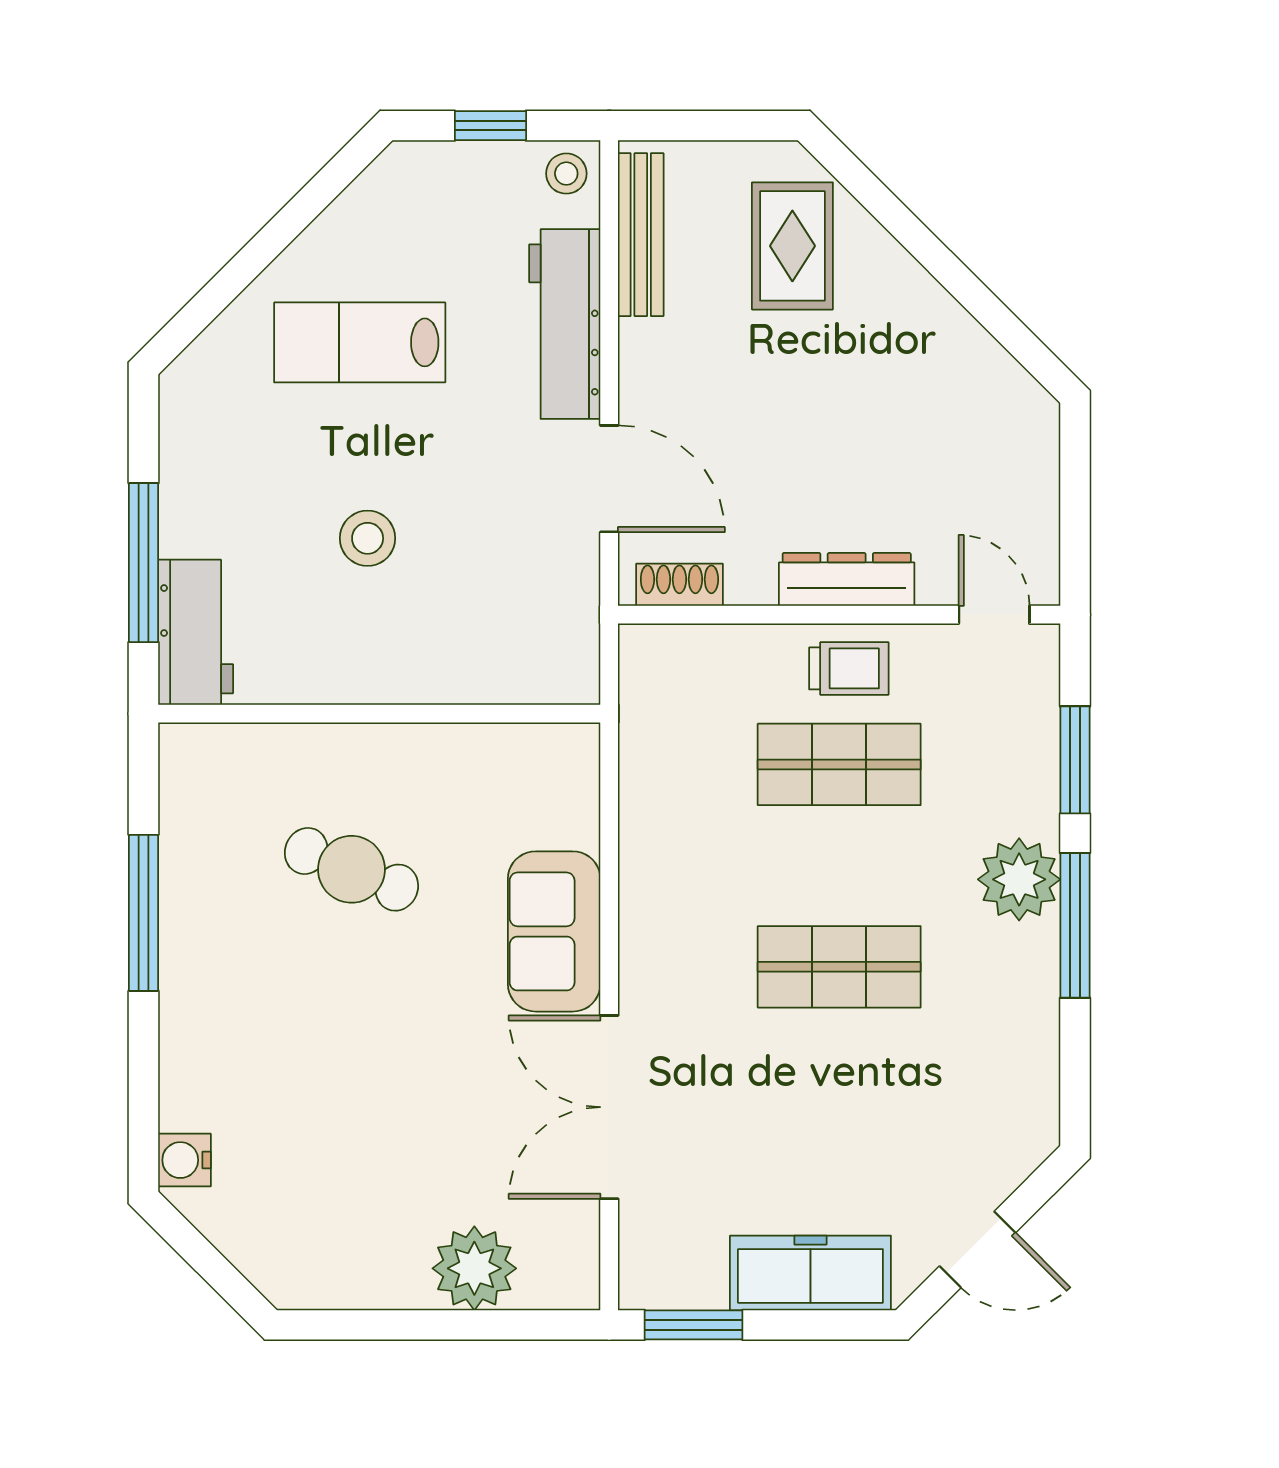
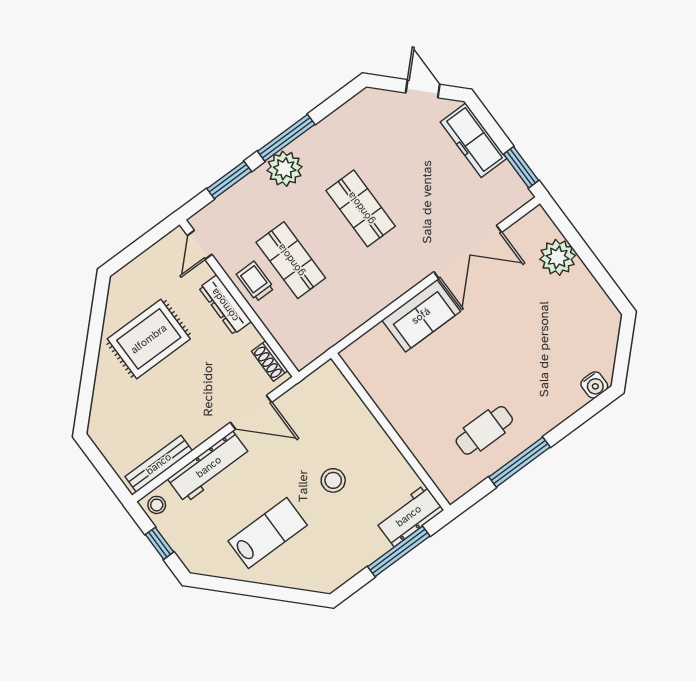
rug: (792, 246) -> (149, 339), moved, width x1.36, depth x1.43
lab bench: (360, 342) -> (268, 533), turned -90
door: (609, 479) -> (251, 412), swing flipped
cafe table: (351, 869) -> (484, 430), moved, turned 68

